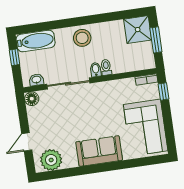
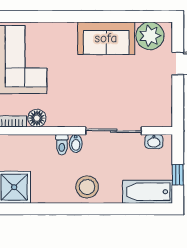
floor lamp: (32, 99) -> (37, 118), moved
sofa: (99, 151) -> (106, 38), moved

